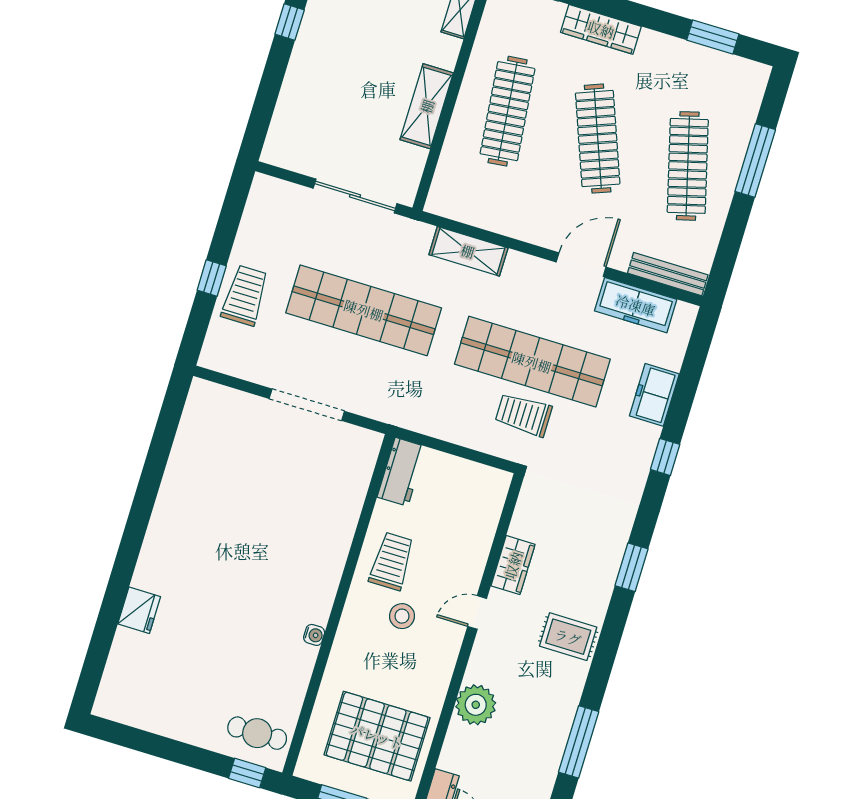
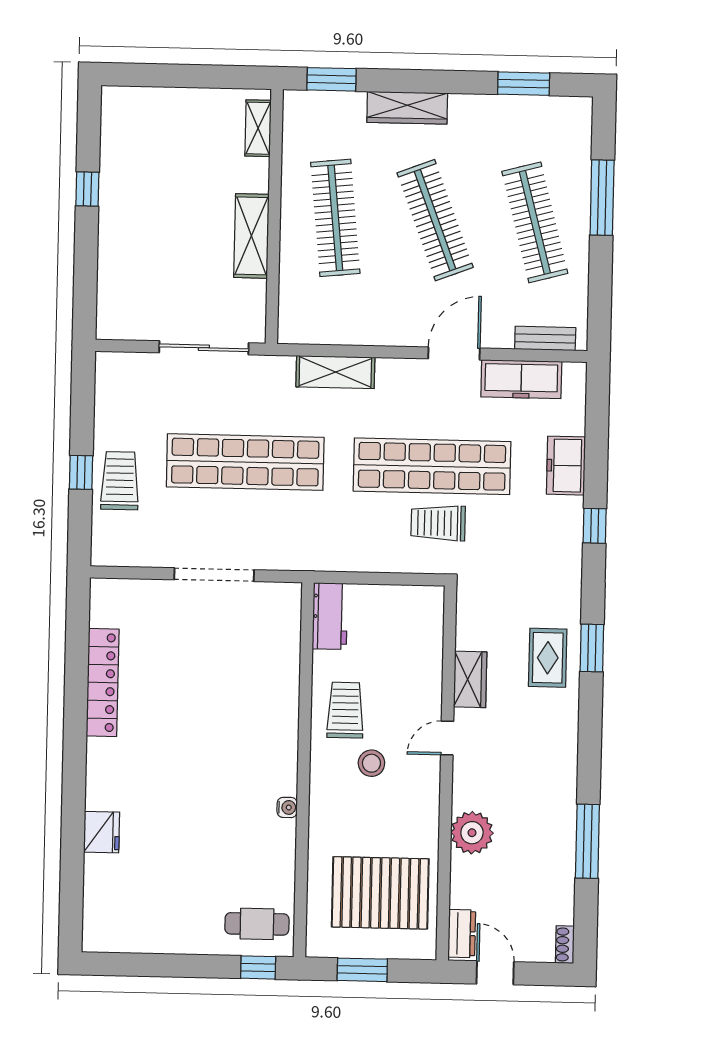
bench: (668, 274) -> (545, 338), width x0.73
locker: (178, 475) -> (103, 683), added
rug: (568, 637) -> (548, 658), moved, turned 90

